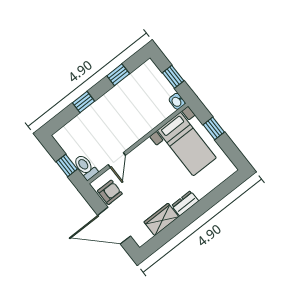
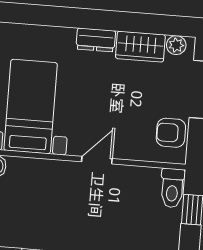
door: (117, 160) -> (97, 160), moved
plant: (145, 236) -> (176, 45), added

